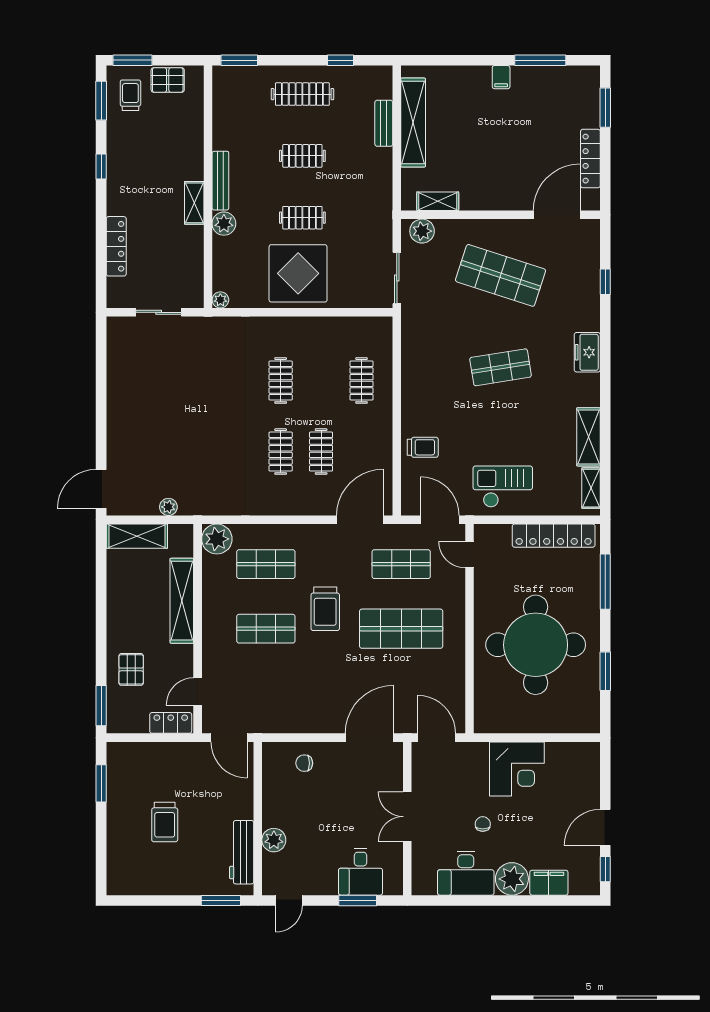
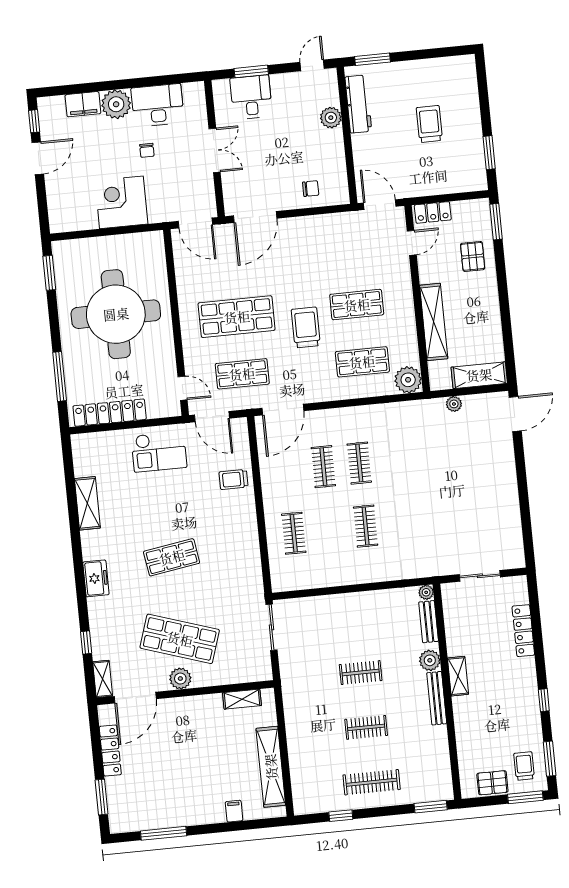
filing cabinet: (501, 77) -> (234, 811), moved
trolley: (130, 95) -> (524, 766), turned 180
bench: (384, 123) -> (429, 622), moved
plant: (422, 231) -> (180, 679), moved
display table: (298, 273) -> (360, 623), removed
shelving: (591, 488) -> (103, 679), moved
window: (605, 671) -> (49, 273), moved

